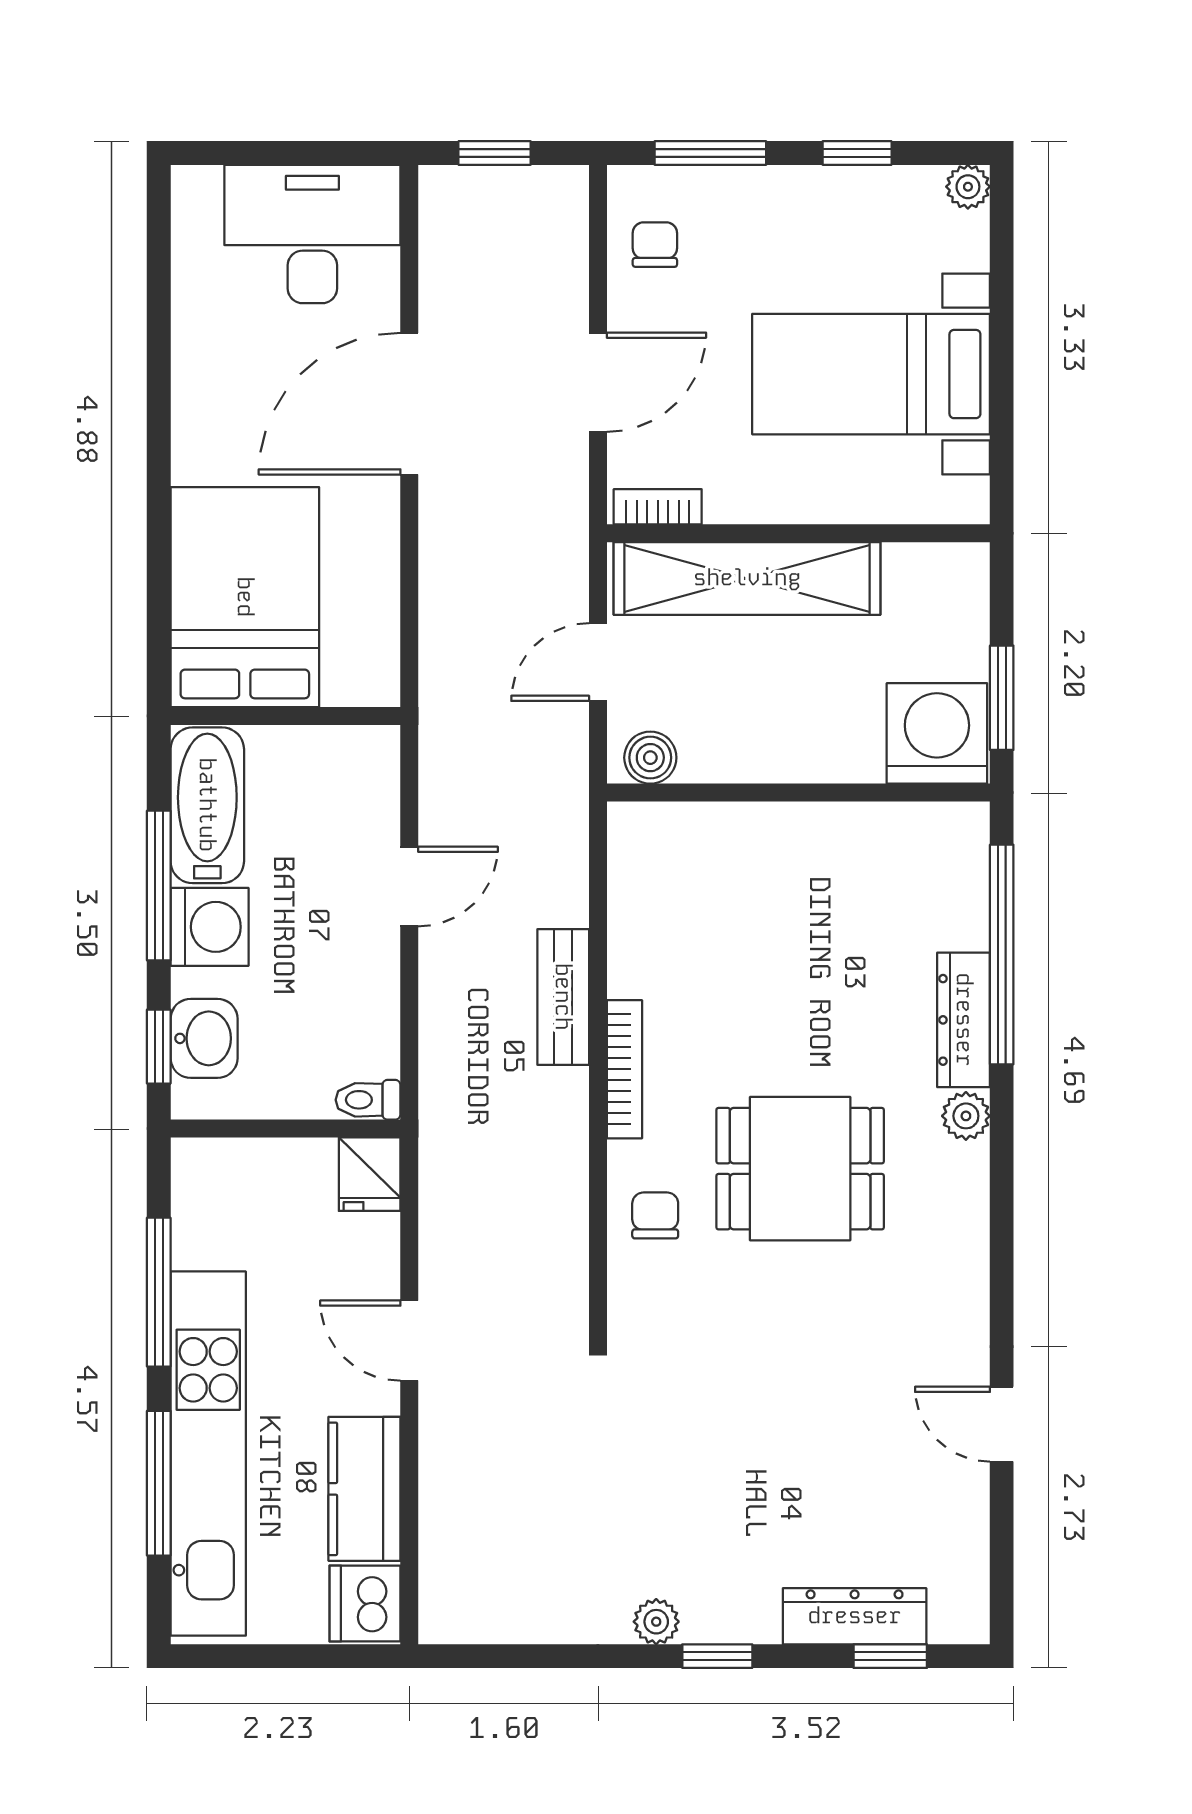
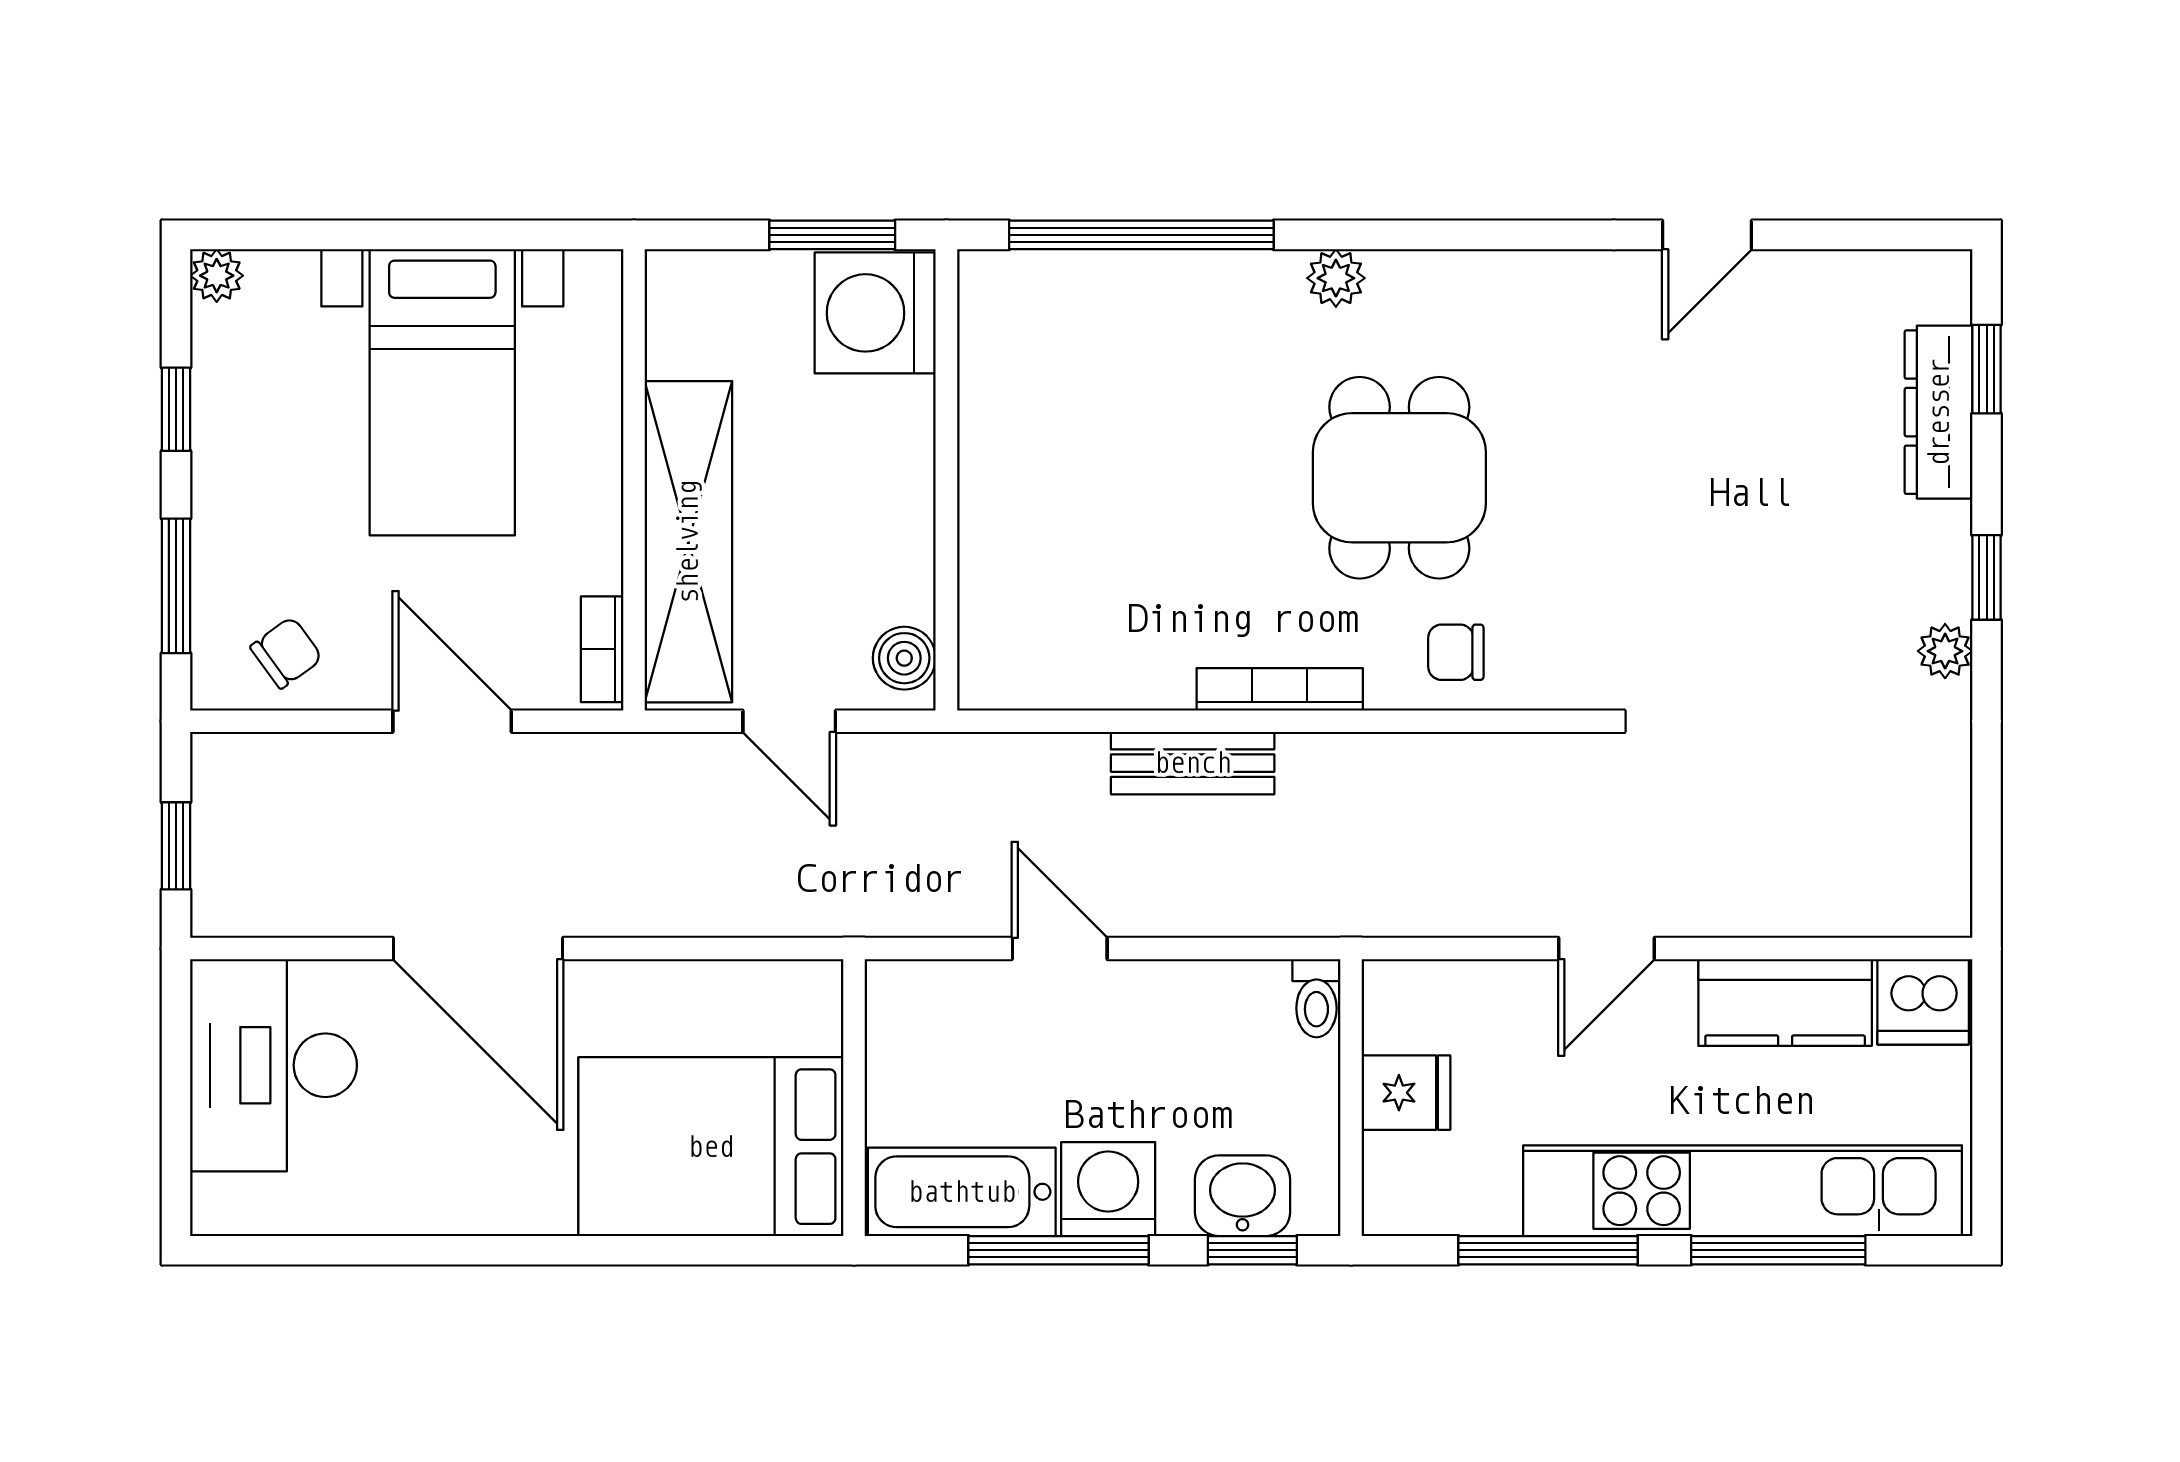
chair: (655, 245) -> (286, 653), turned 144
dresser: (964, 1020) -> (1220, 281), removed
fridge: (370, 1174) -> (1406, 1093), moved

